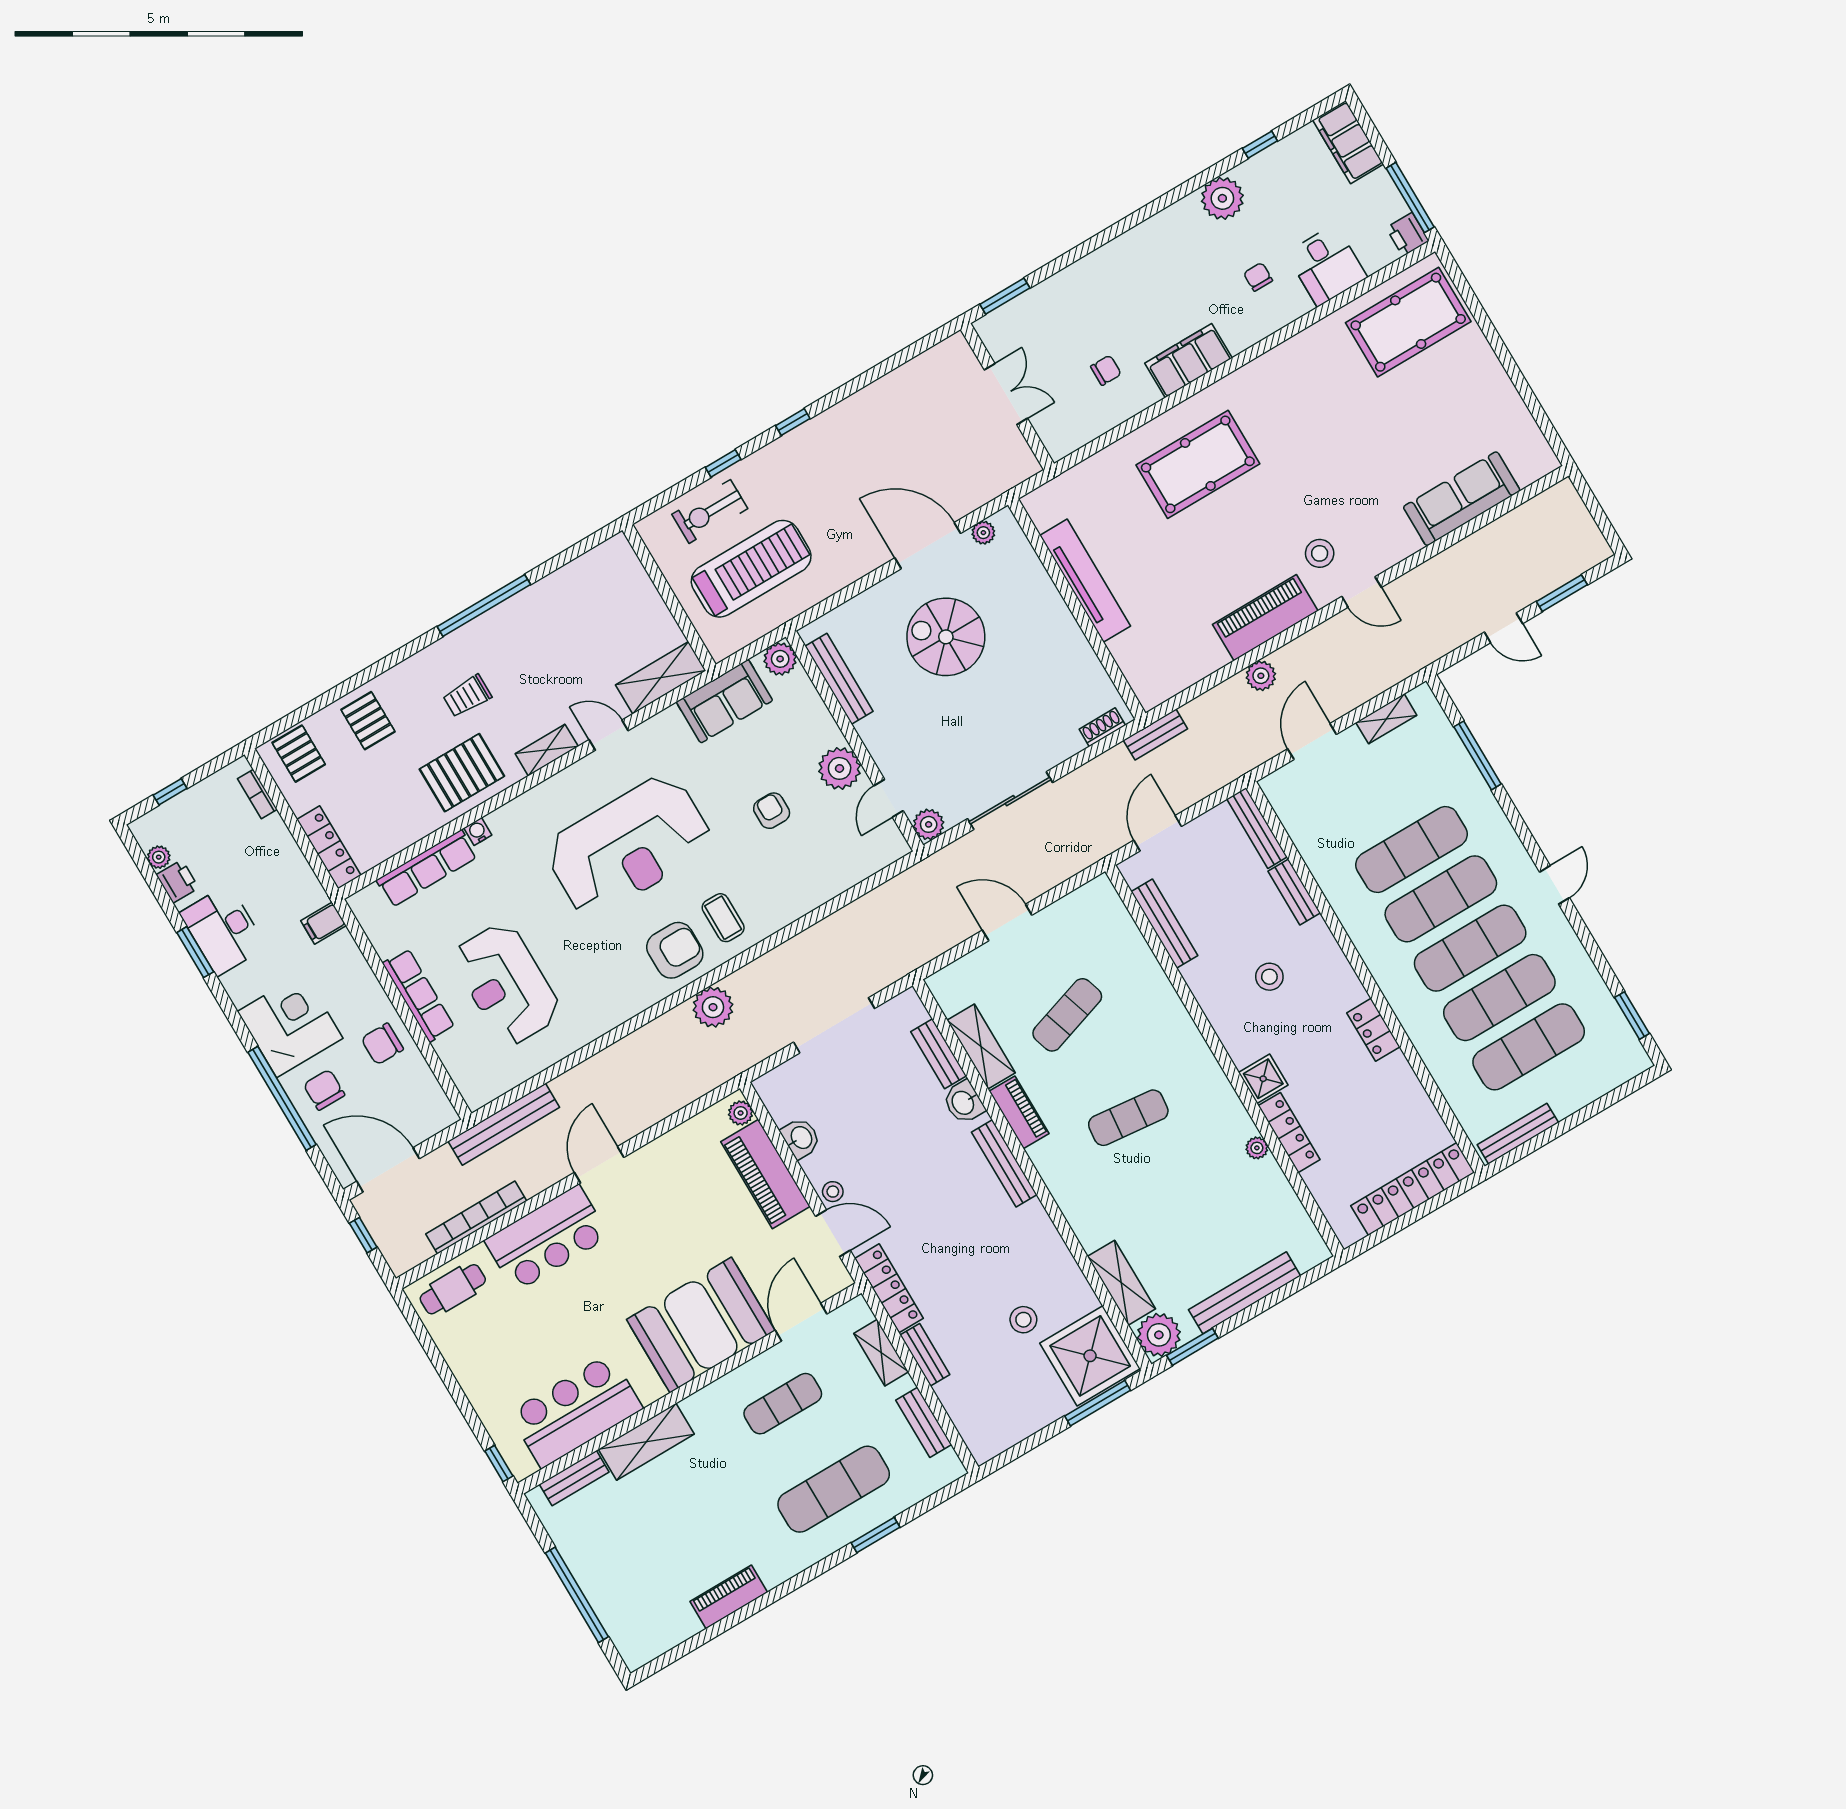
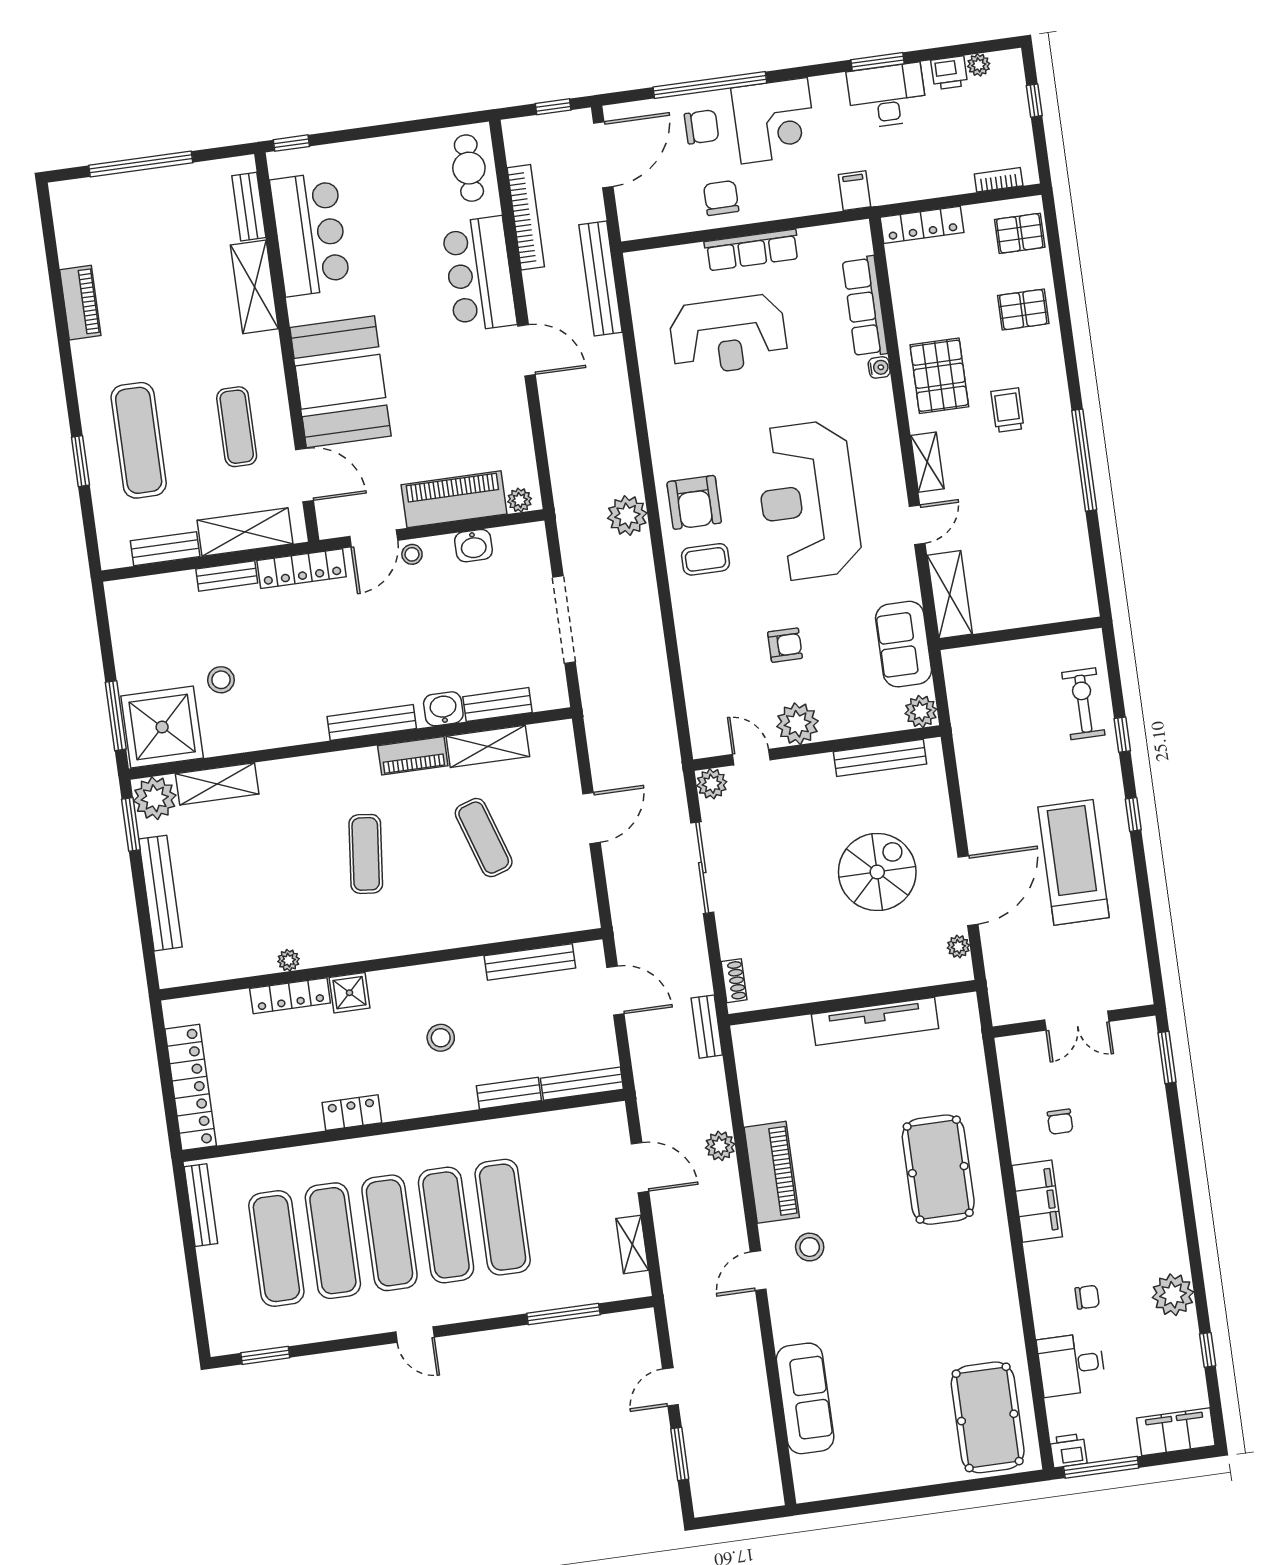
treadmill: (751, 569) -> (1074, 862), moved, turned 180
reception desk: (506, 984) -> (728, 335), turned 180
shelving: (881, 1353) -> (245, 532), width x1.50, depth x1.33

